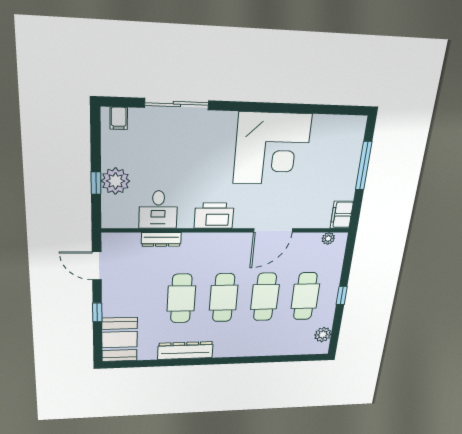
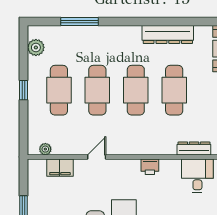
filing cabinet: (342, 215) -> (60, 168), moved, turned 90
printer: (214, 216) -> (150, 167), width x0.53, depth x0.68
door: (273, 230) -> (97, 157), width x0.53
window: (276, 359) -> (79, 21), added

